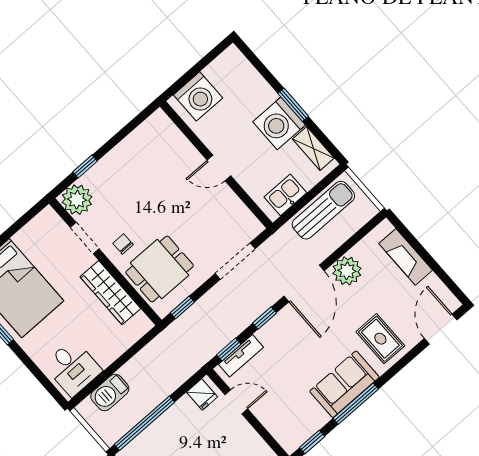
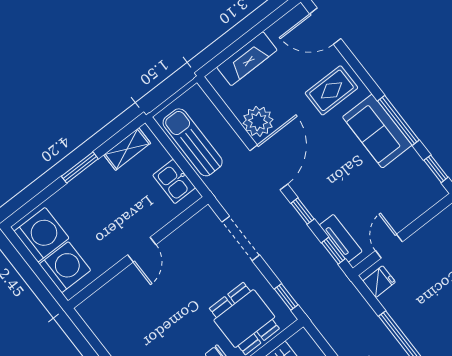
washing machine: (279, 123) -> (42, 235), moved, turned -90
door: (304, 284) -> (269, 167), hinge flipped

